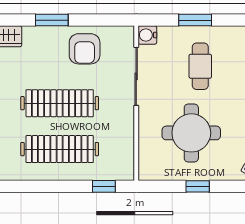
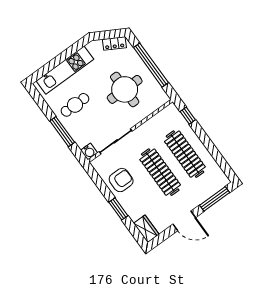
window: (195, 20) -> (62, 132), width x1.44
cafe table: (200, 66) -> (75, 105), moved
window: (198, 186) -> (151, 65), width x3.17

